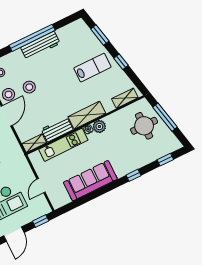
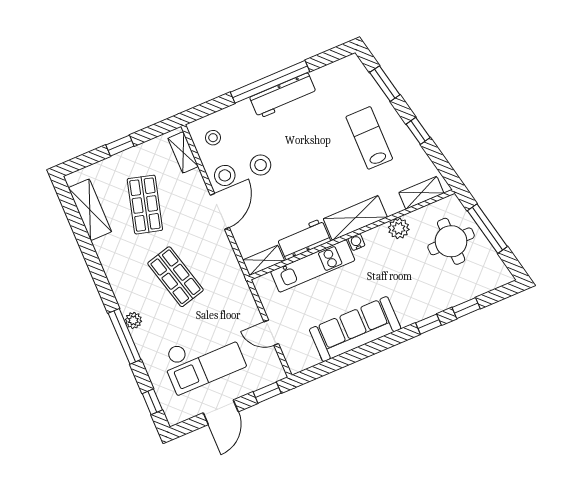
lab bench: (92, 68) -> (369, 138), turned -90
plant: (99, 126) -> (399, 228), moved
window: (165, 160) -> (466, 308), moved
door: (41, 186) -> (271, 333), hinge flipped

